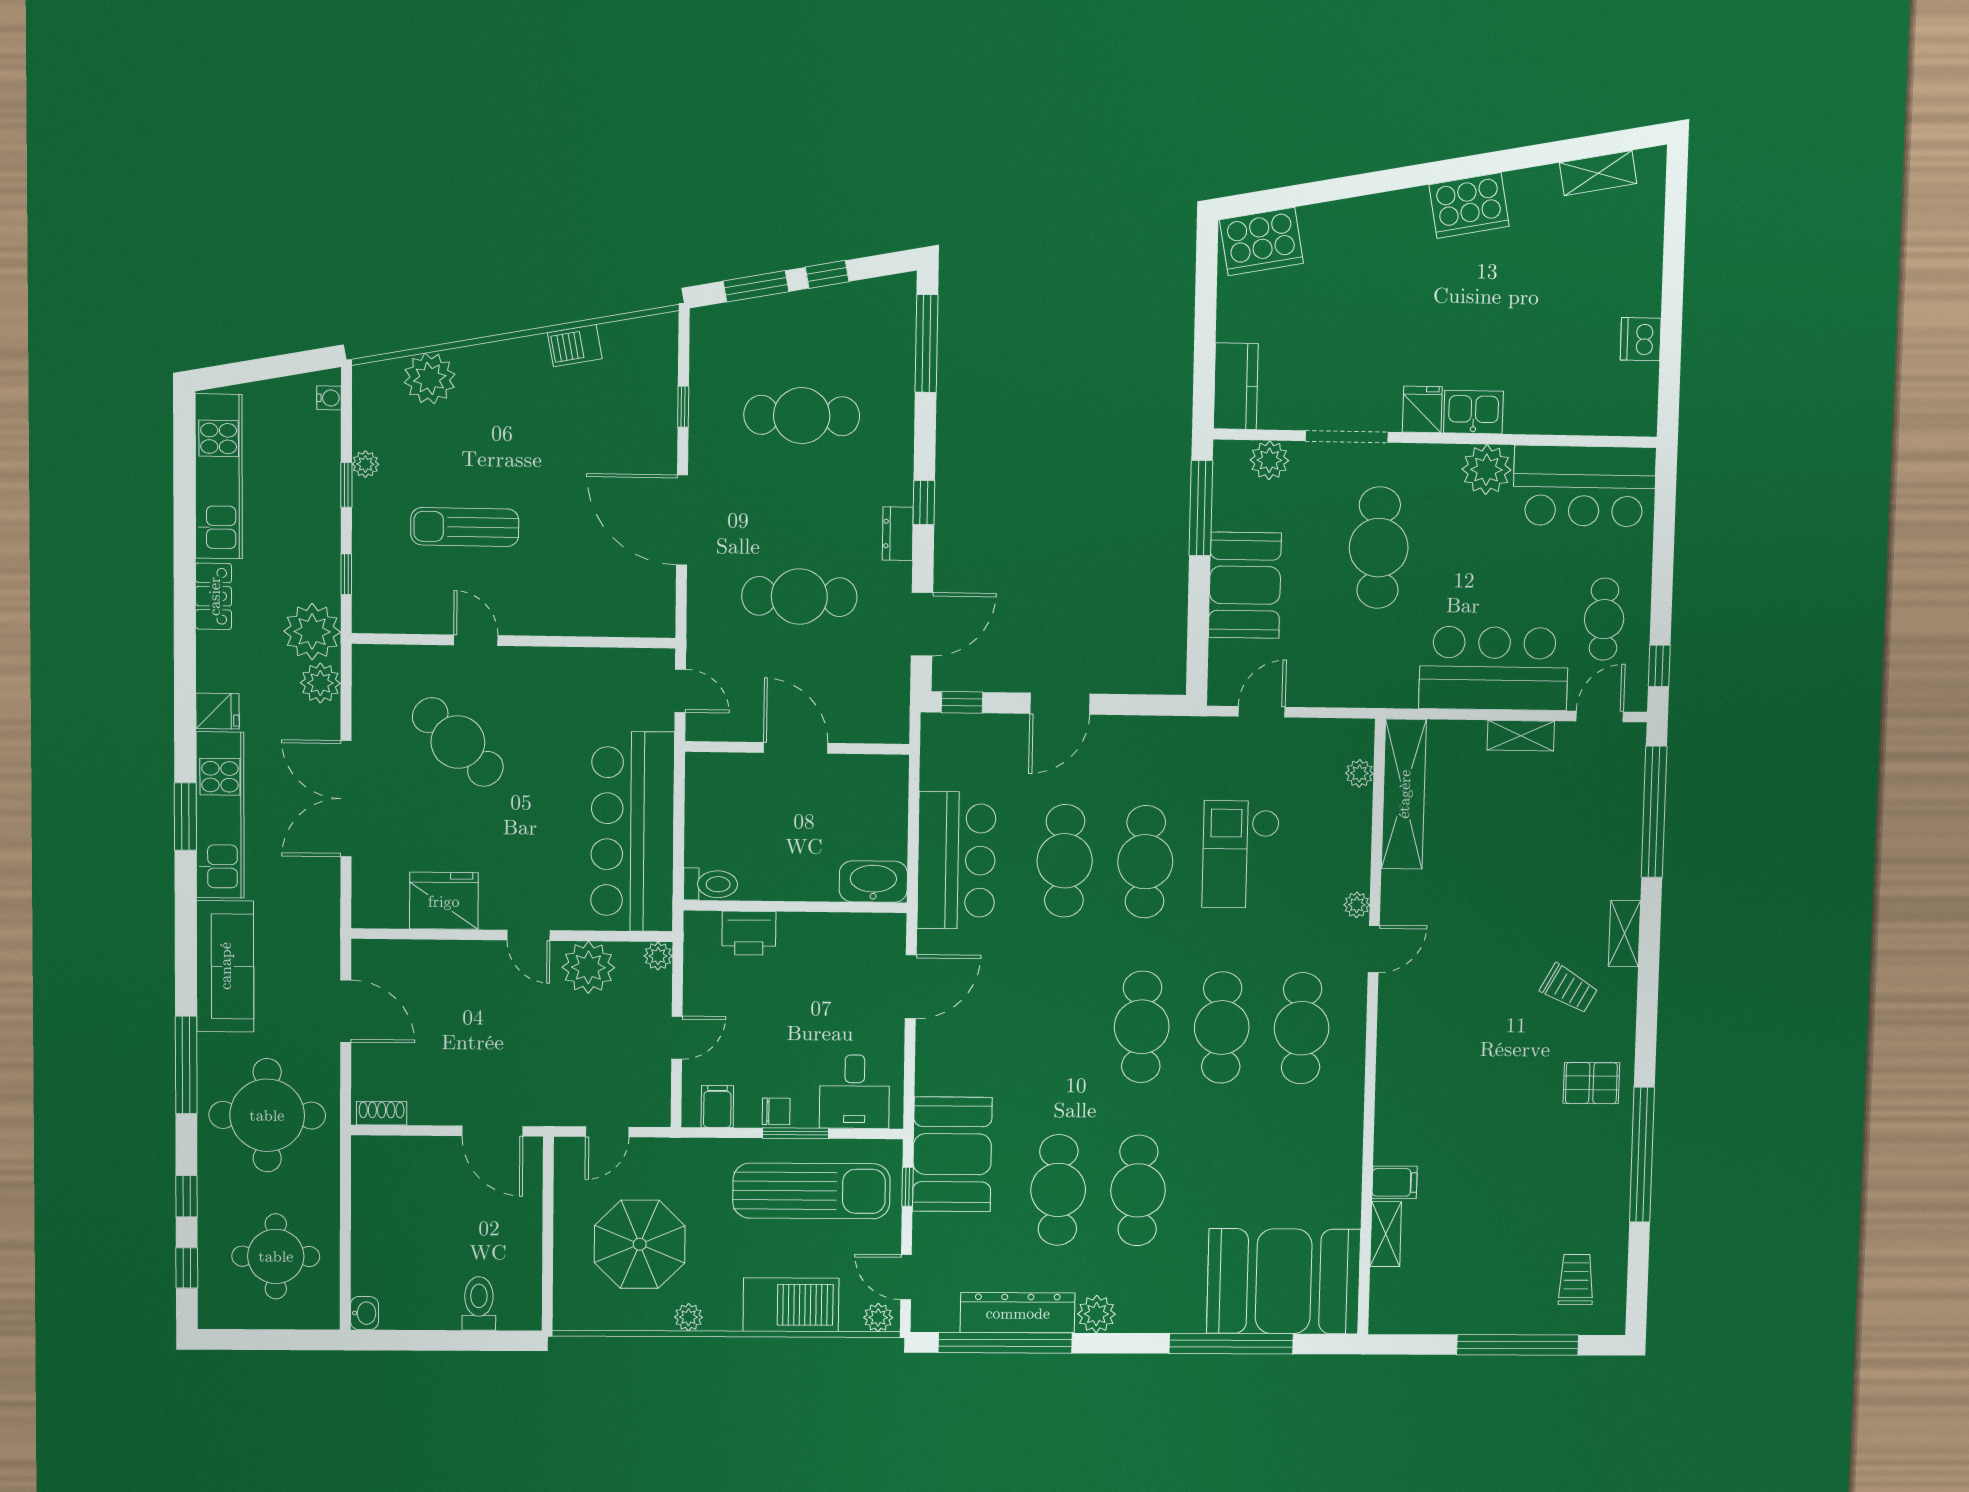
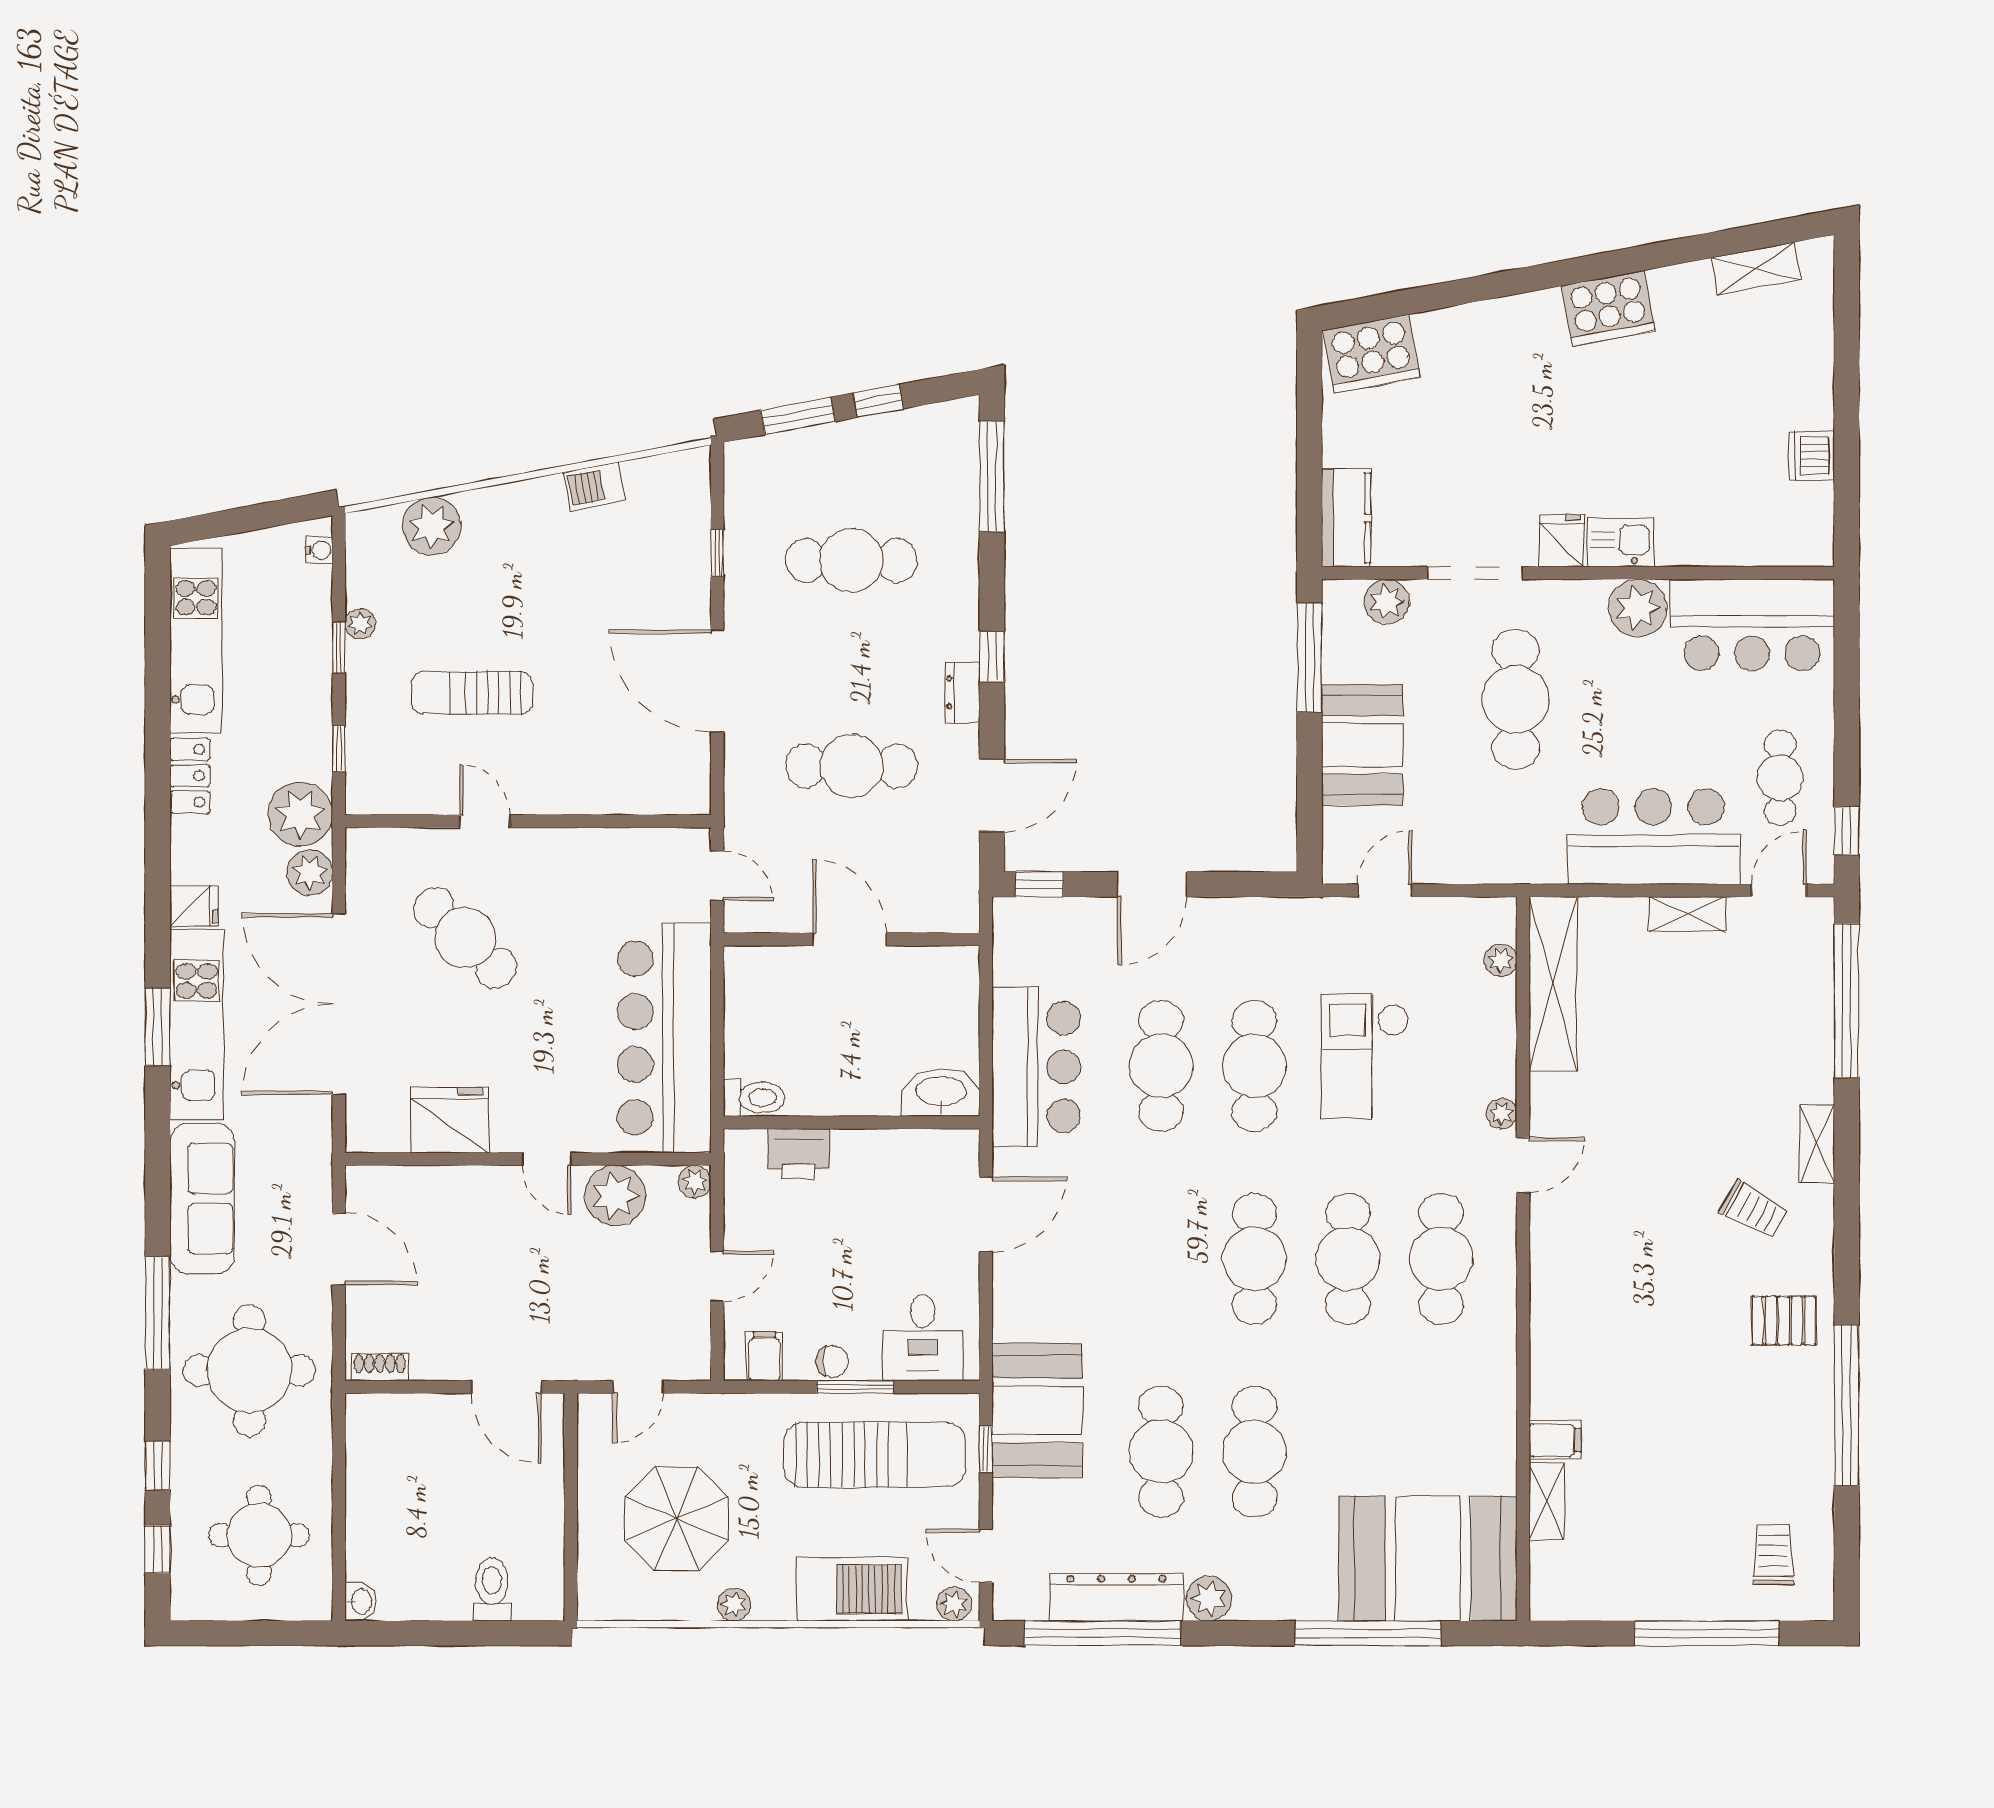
double door: (346, 799) -> (339, 1004), width x1.36

